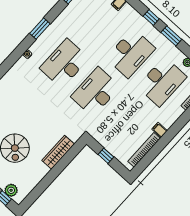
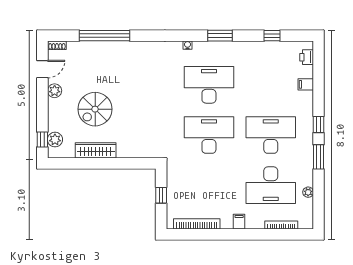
desk: (131, 53) -> (271, 135), turned 180
filing cabinet: (160, 130) -> (239, 222), moved
wardrobe: (58, 152) -> (96, 150), moved

